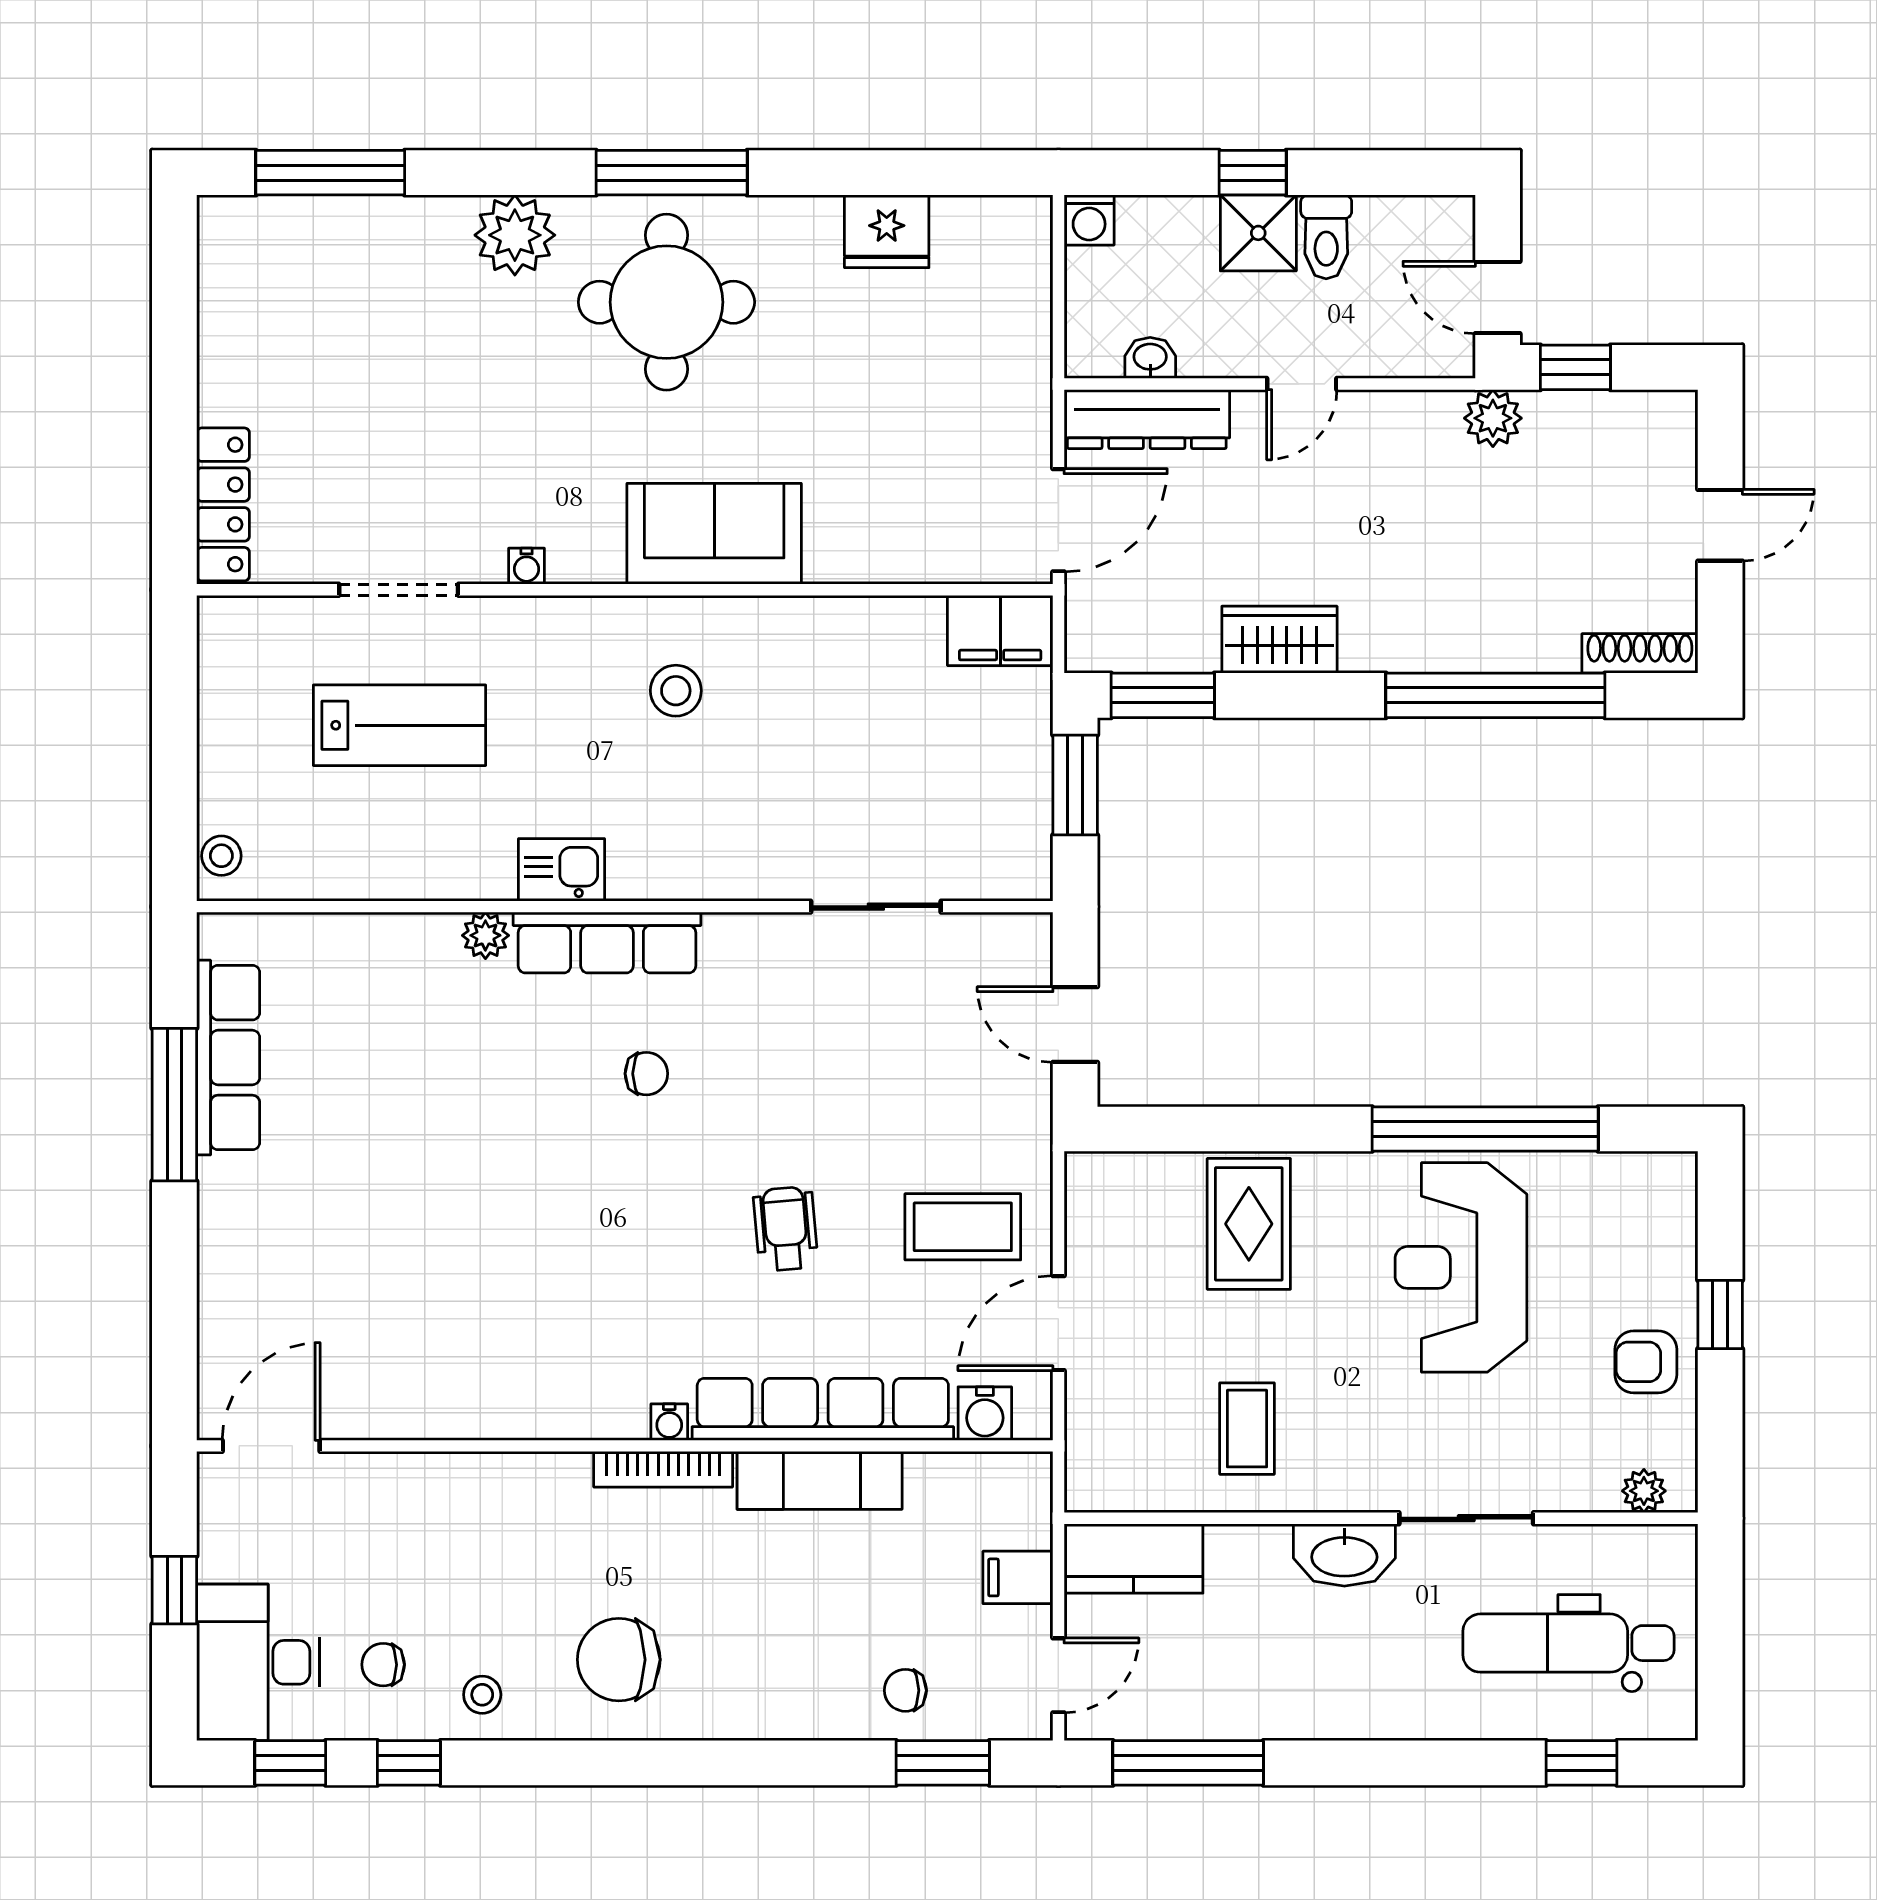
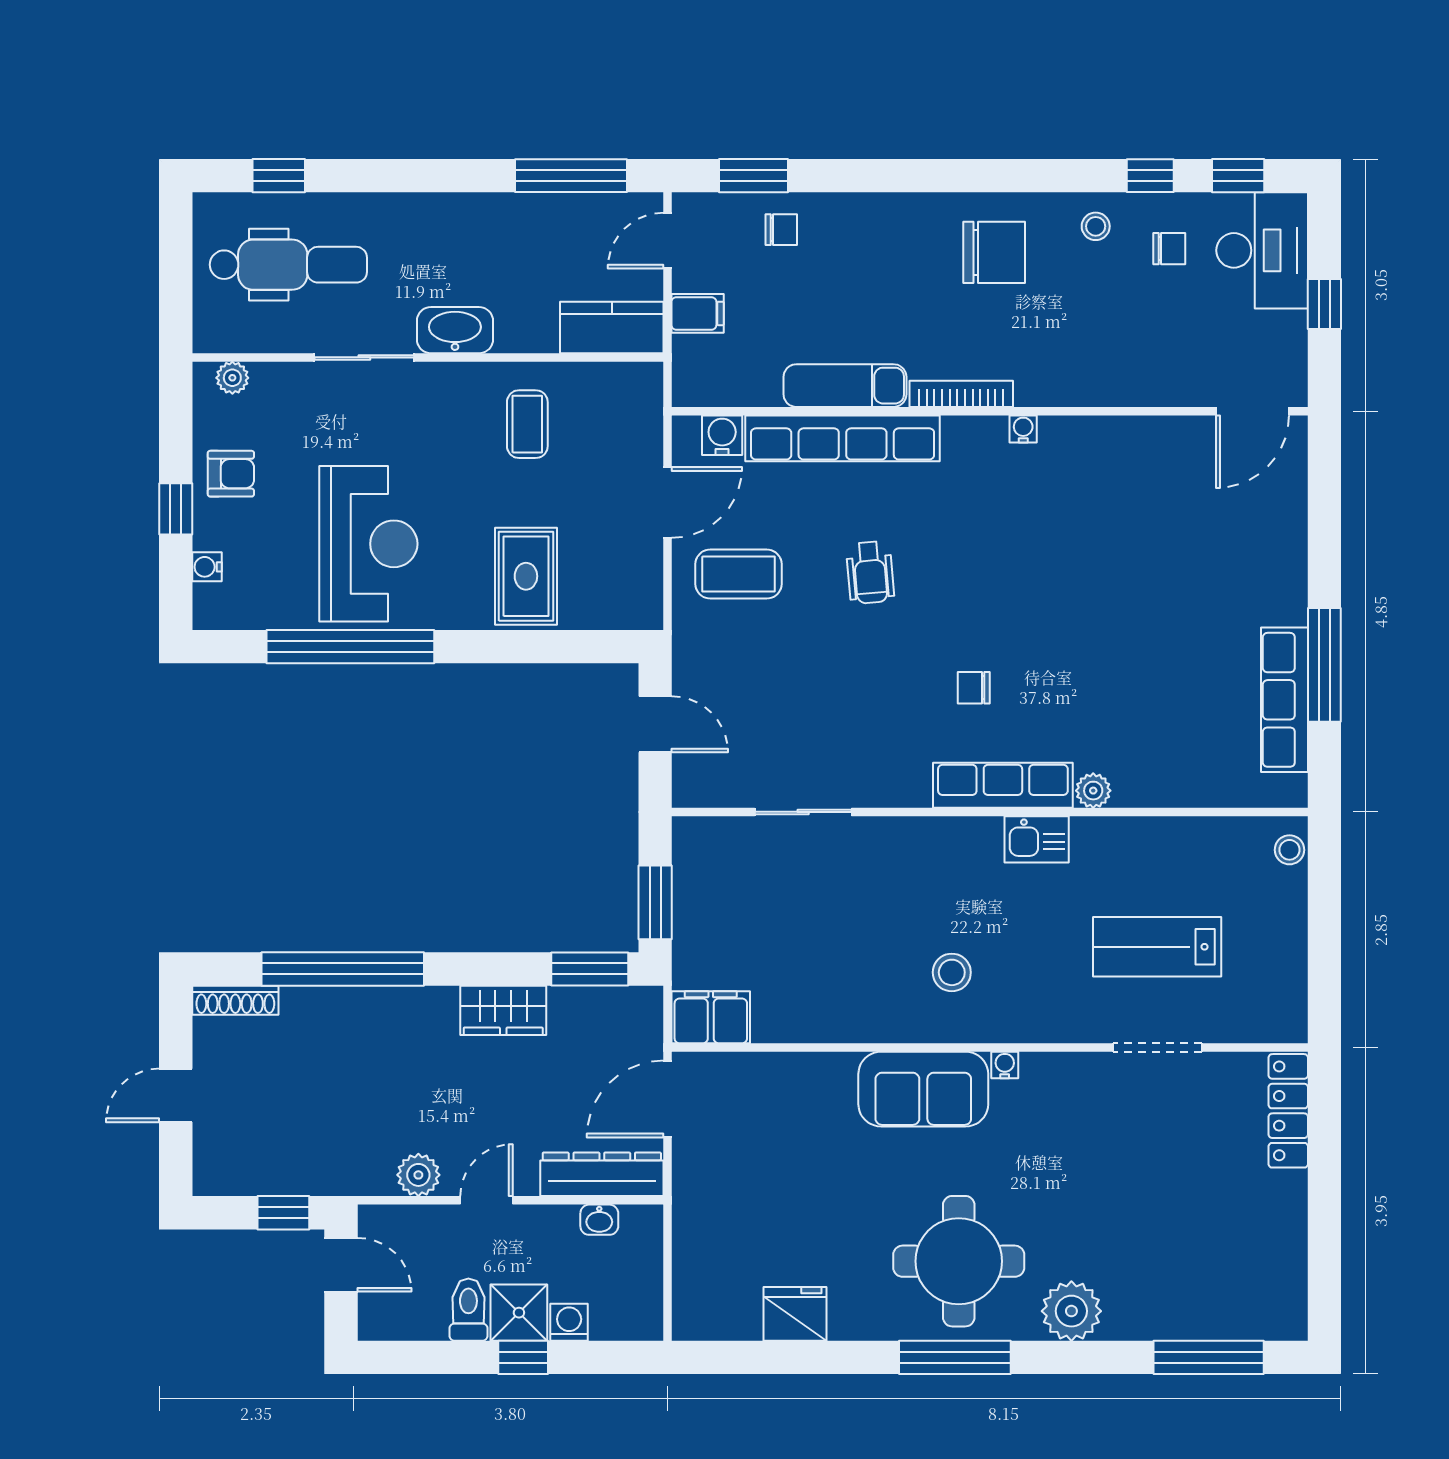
washing machine: (1089, 220) -> (569, 1322), moved
plant: (1493, 418) -> (418, 1175), moved
water cooler: (526, 566) -> (1005, 1065), moved
water cooler: (1678, 1237) -> (207, 567), added
water cooler: (669, 1422) -> (1023, 429), moved

